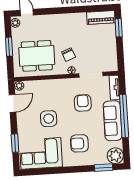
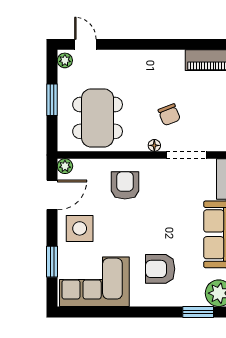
chair: (69, 55) -> (169, 115), moved
dining table: (37, 56) -> (98, 118), turned 90
armchair: (83, 103) -> (125, 185), moved
side table: (49, 119) -> (80, 228), moved

